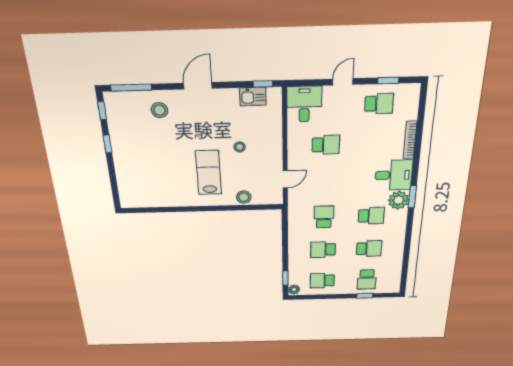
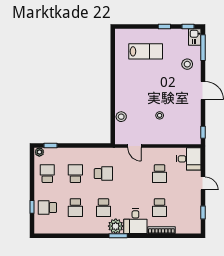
kitchen sink: (253, 97) -> (195, 37), moved
school desk: (379, 104) -> (160, 208), moved
lab bench: (209, 173) -> (146, 51), moved

